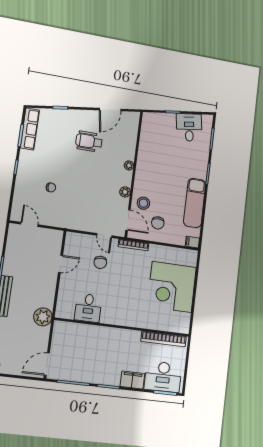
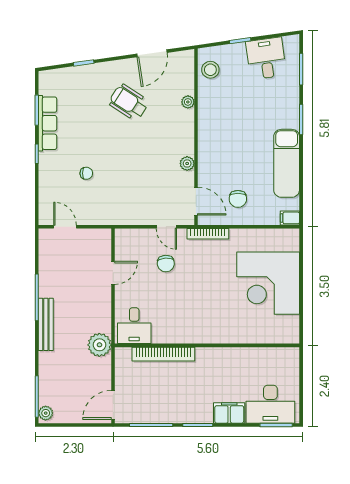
row of seats: (30, 129) -> (48, 123), moved
wheelchair: (89, 141) -> (129, 102), turned 33
plant: (129, 165) -> (188, 102), moved
stool: (143, 203) -> (210, 70), moved
desk: (88, 308) -> (134, 326), moved
bookcase: (164, 339) -> (163, 354), moved

